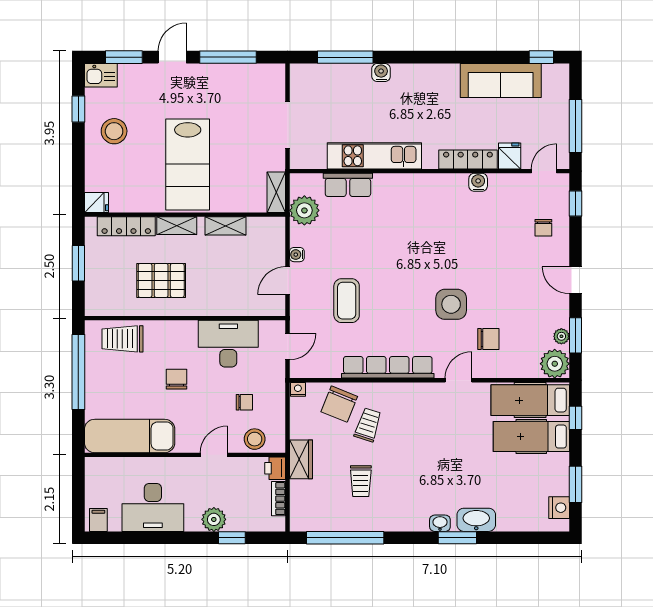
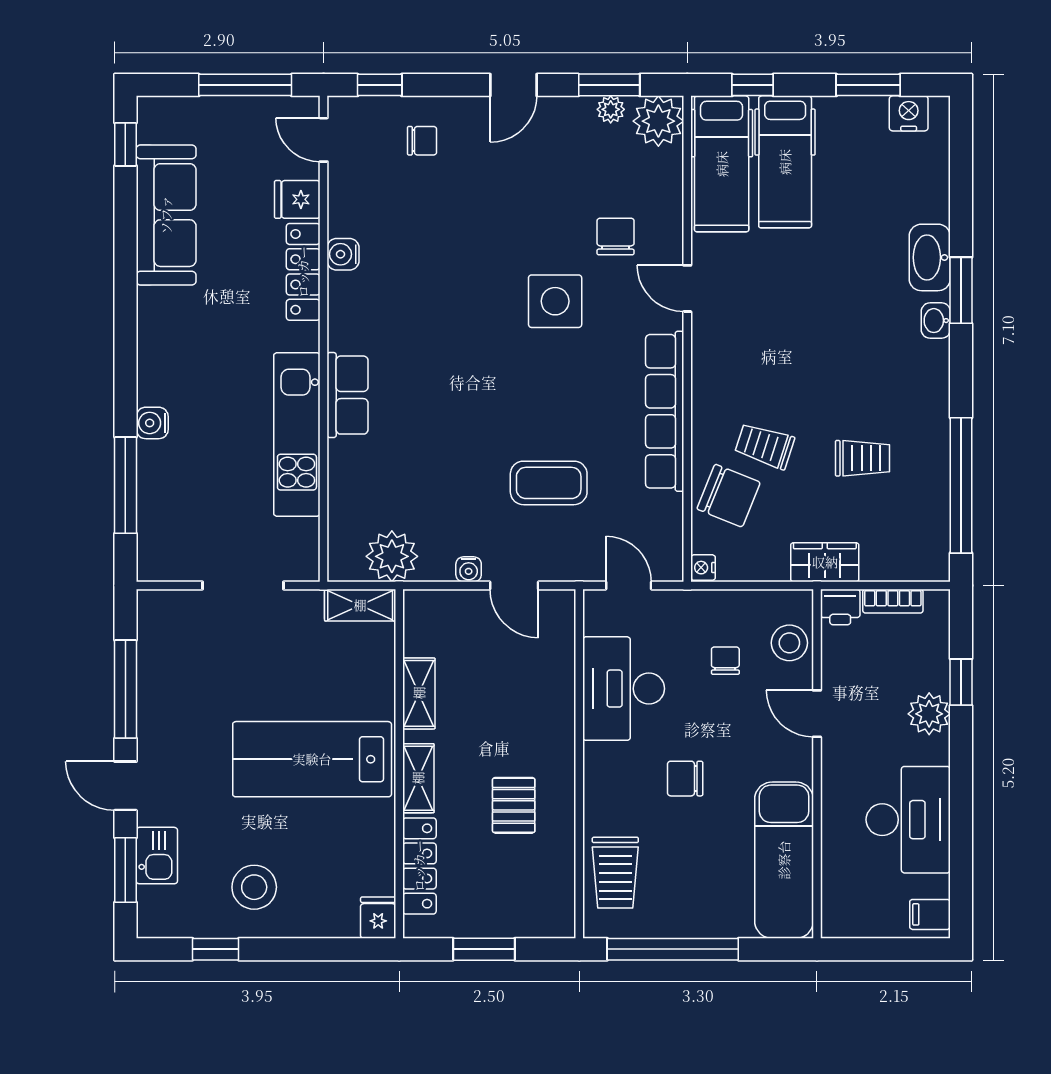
kitchen sink: (101, 75) -> (157, 856), moved
lab bench: (188, 164) -> (312, 759), turned 180
row of seats: (348, 185) -> (348, 395), moved
pallet: (161, 280) -> (514, 805), width x0.67, depth x0.71

